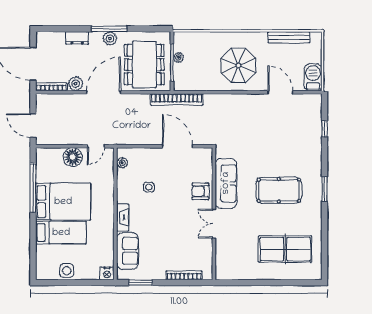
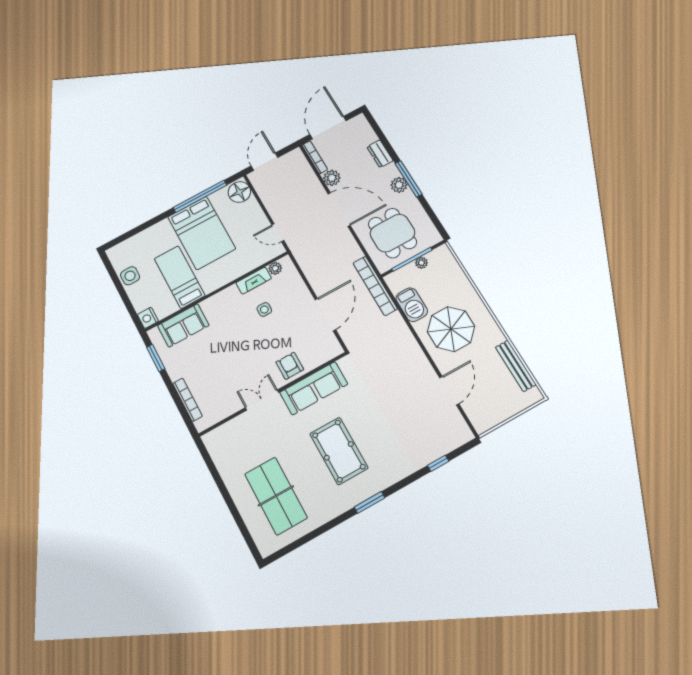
dining table: (144, 65) -> (392, 233), width x0.73
barbecue: (313, 77) -> (412, 305), moved, turned 90
floor lamp: (73, 157) -> (239, 192), moved
fireplace: (123, 217) -> (254, 281), moved
bed: (61, 233) -> (180, 277), moved, turned 180

